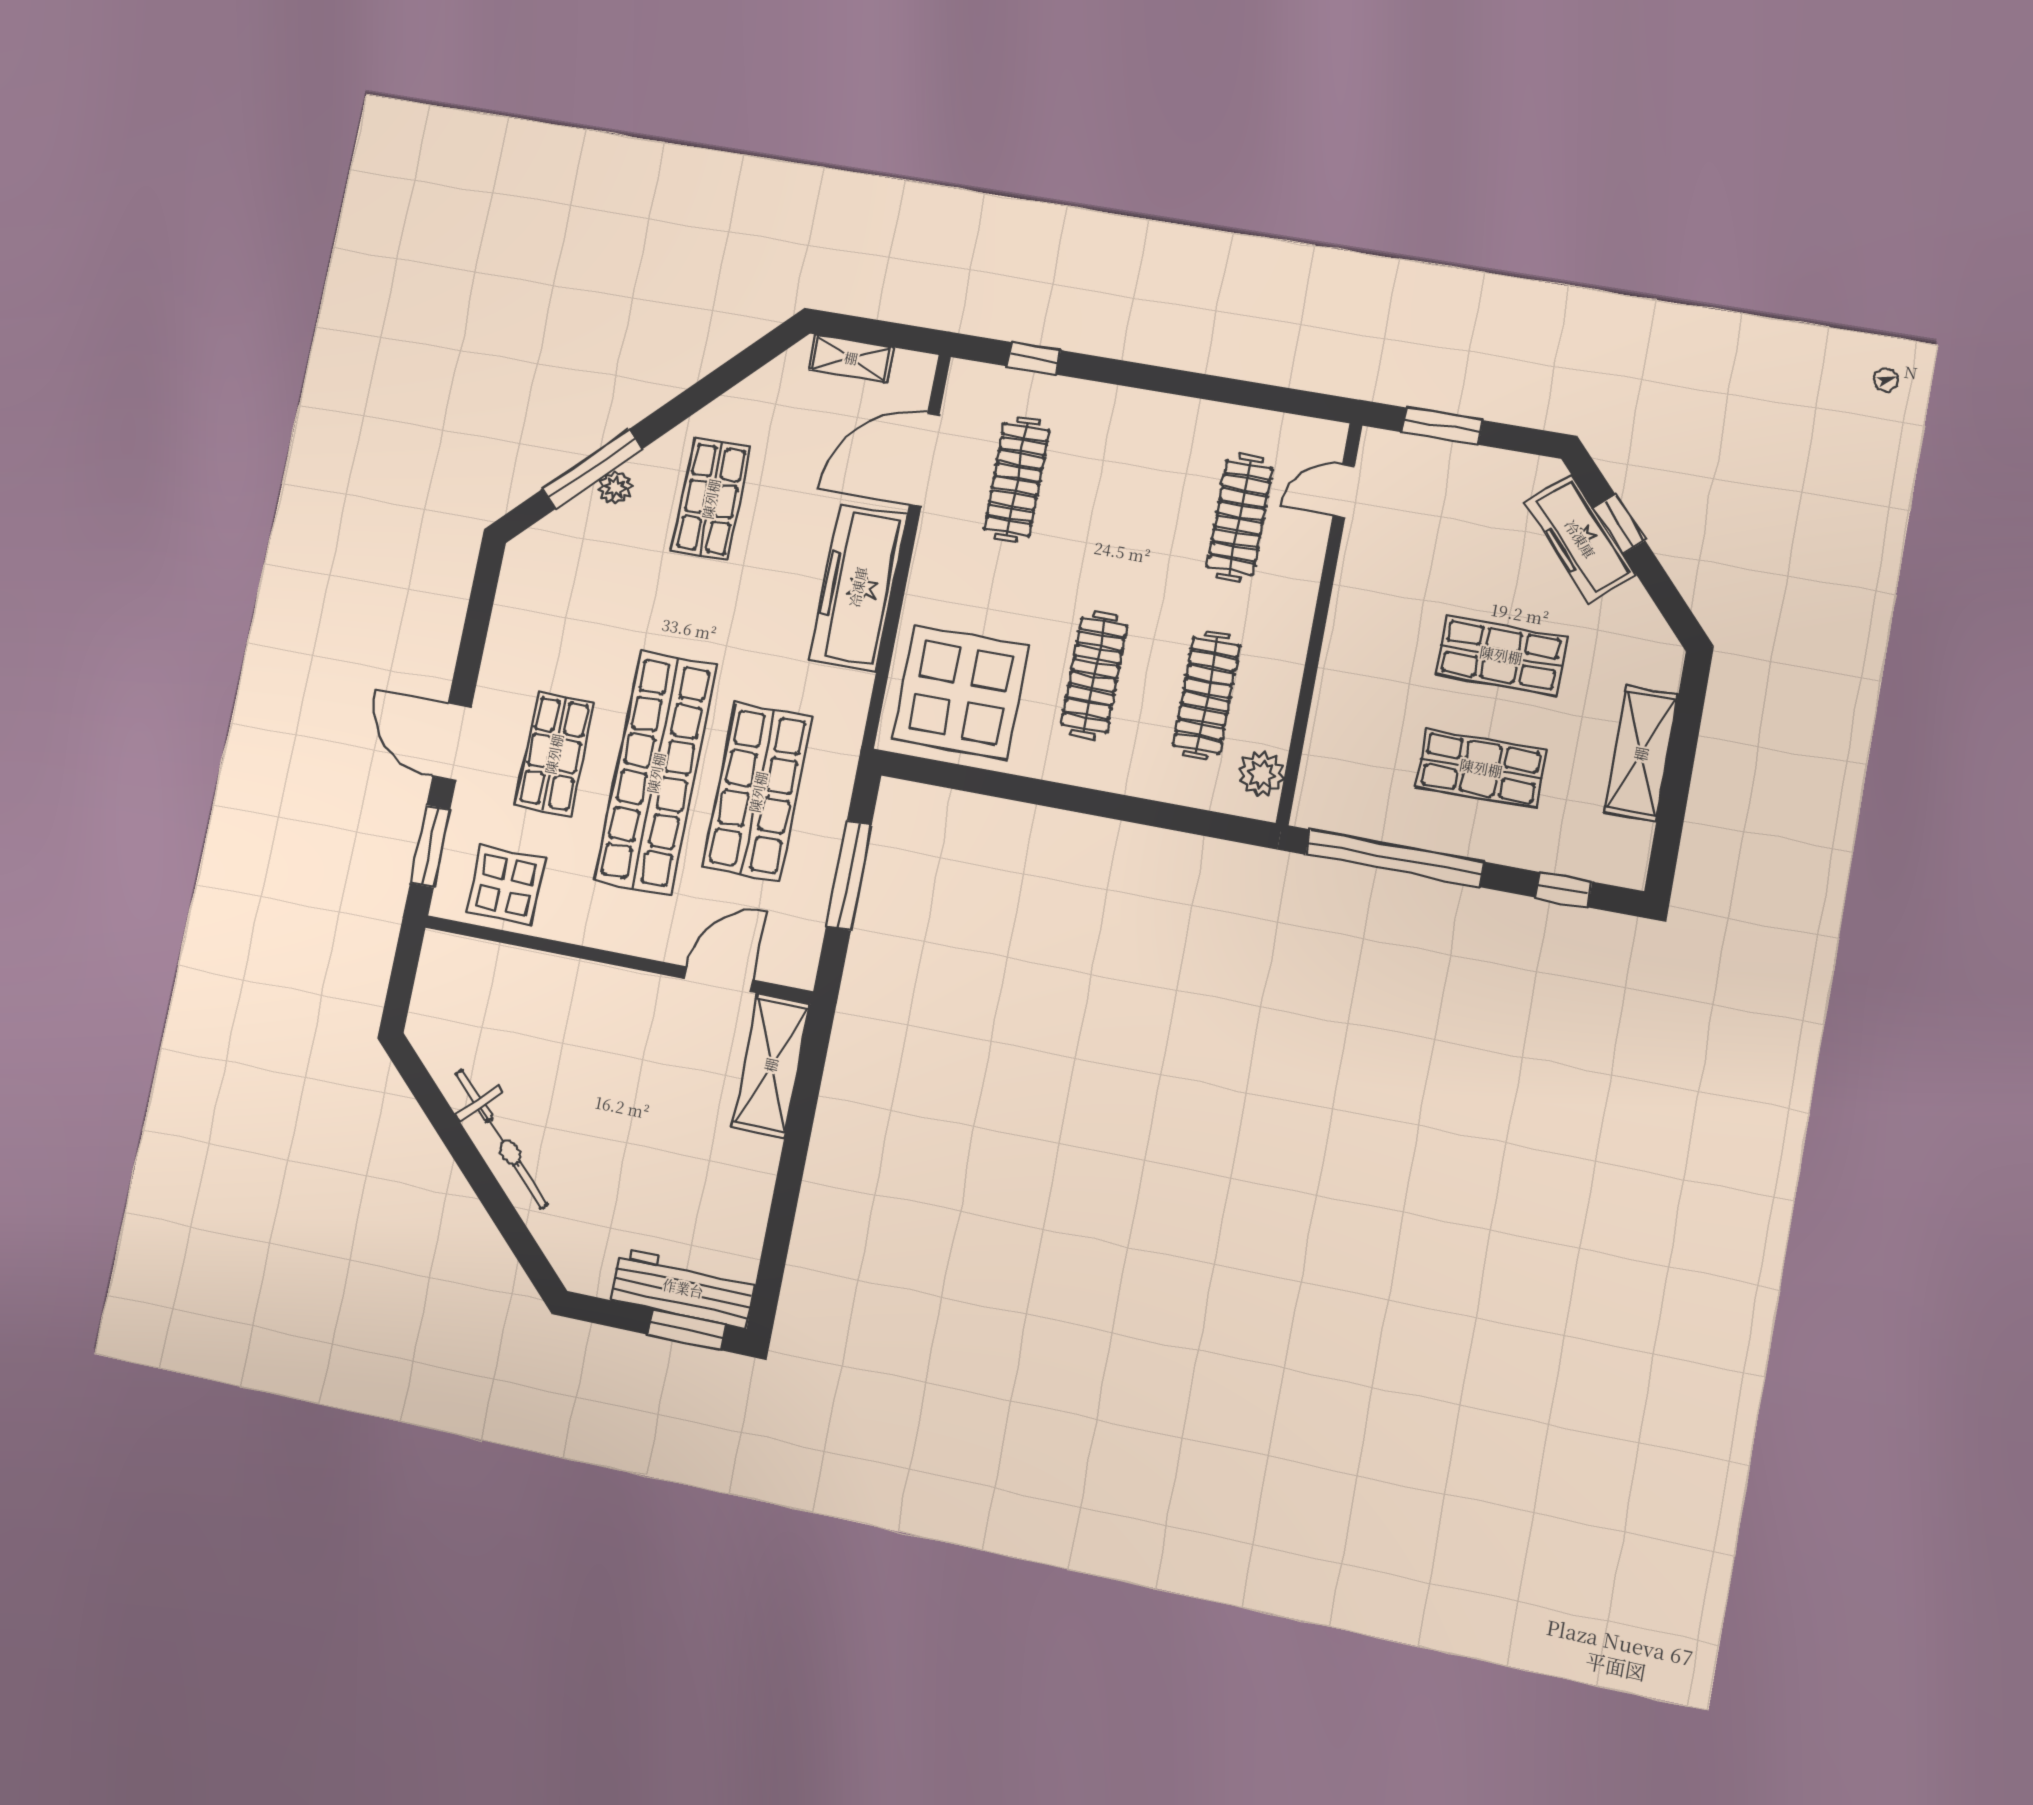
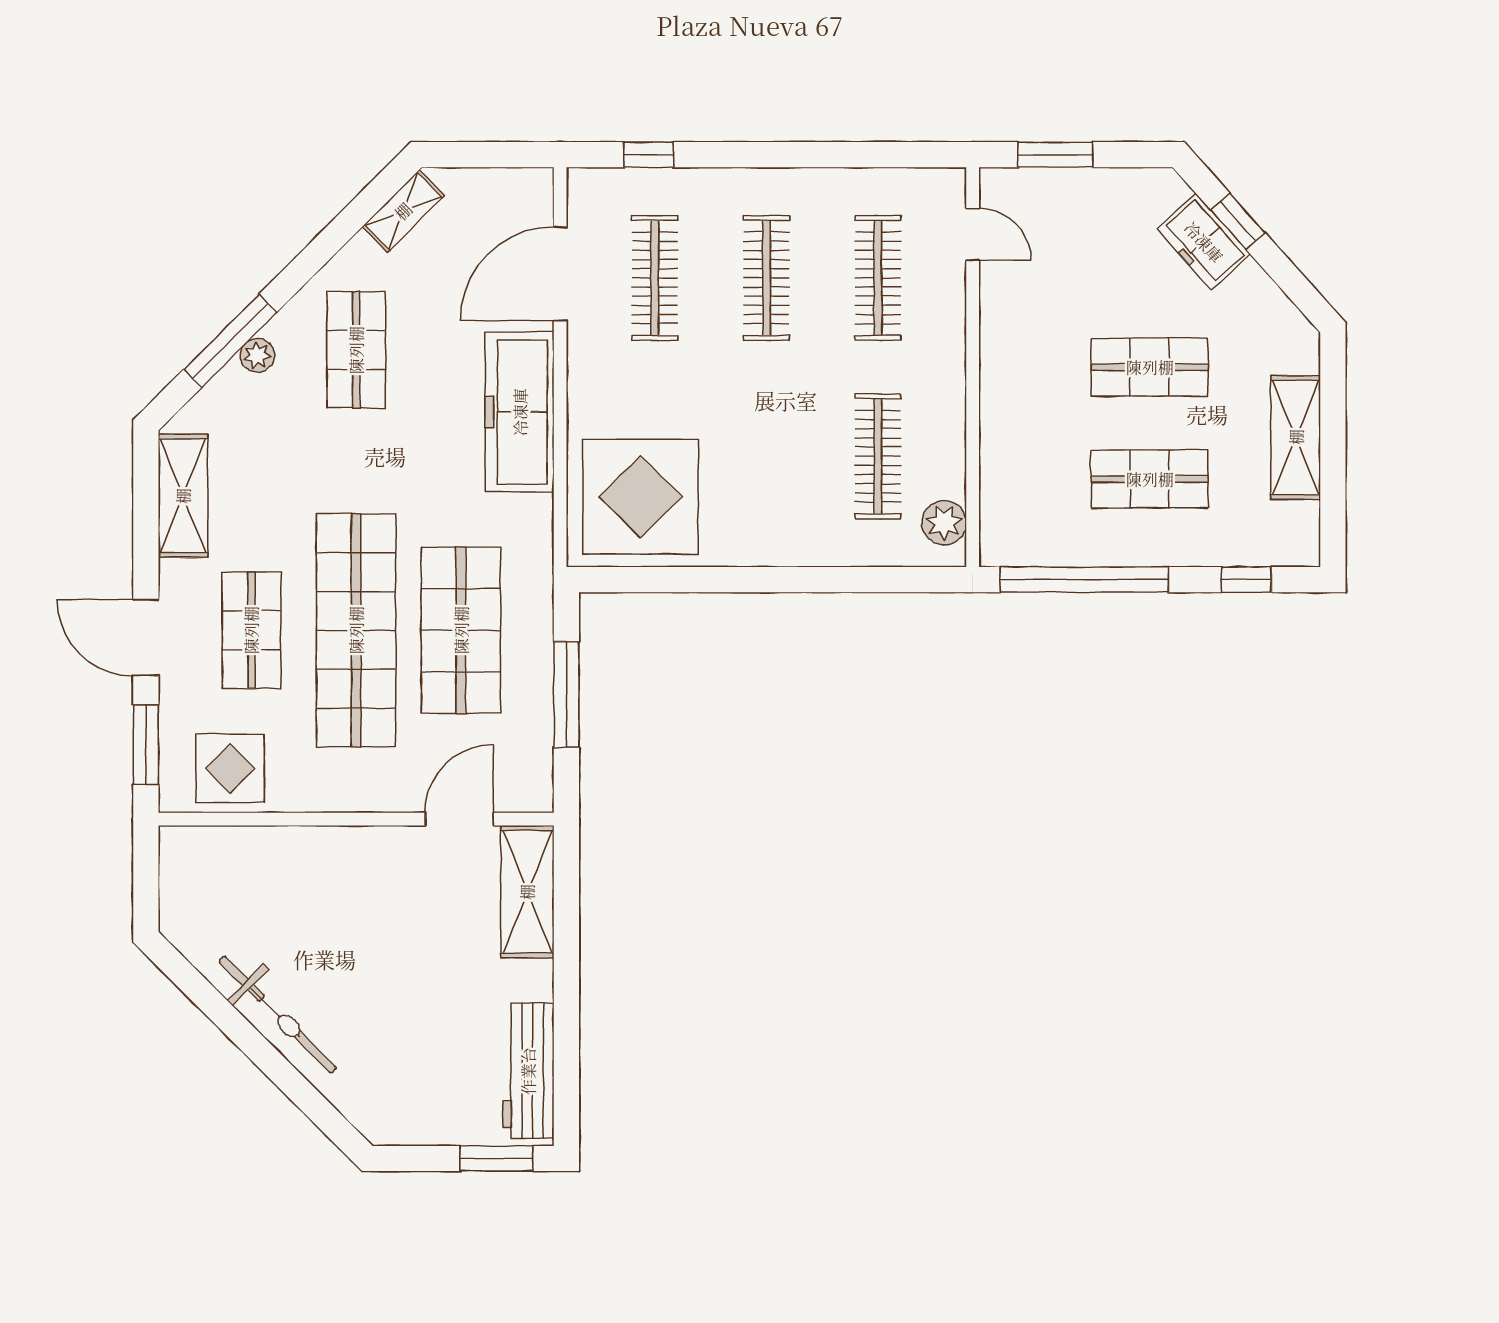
shelving: (851, 358) -> (403, 211), moved, turned -45
door: (1344, 491) -> (973, 234), swing flipped
freezer: (1580, 539) -> (1204, 242), width x0.71
shelving: (516, 610) -> (183, 496), added
clothes rail: (1094, 675) -> (766, 278), moved
workbench: (683, 1288) -> (528, 1071), moved, turned -90

